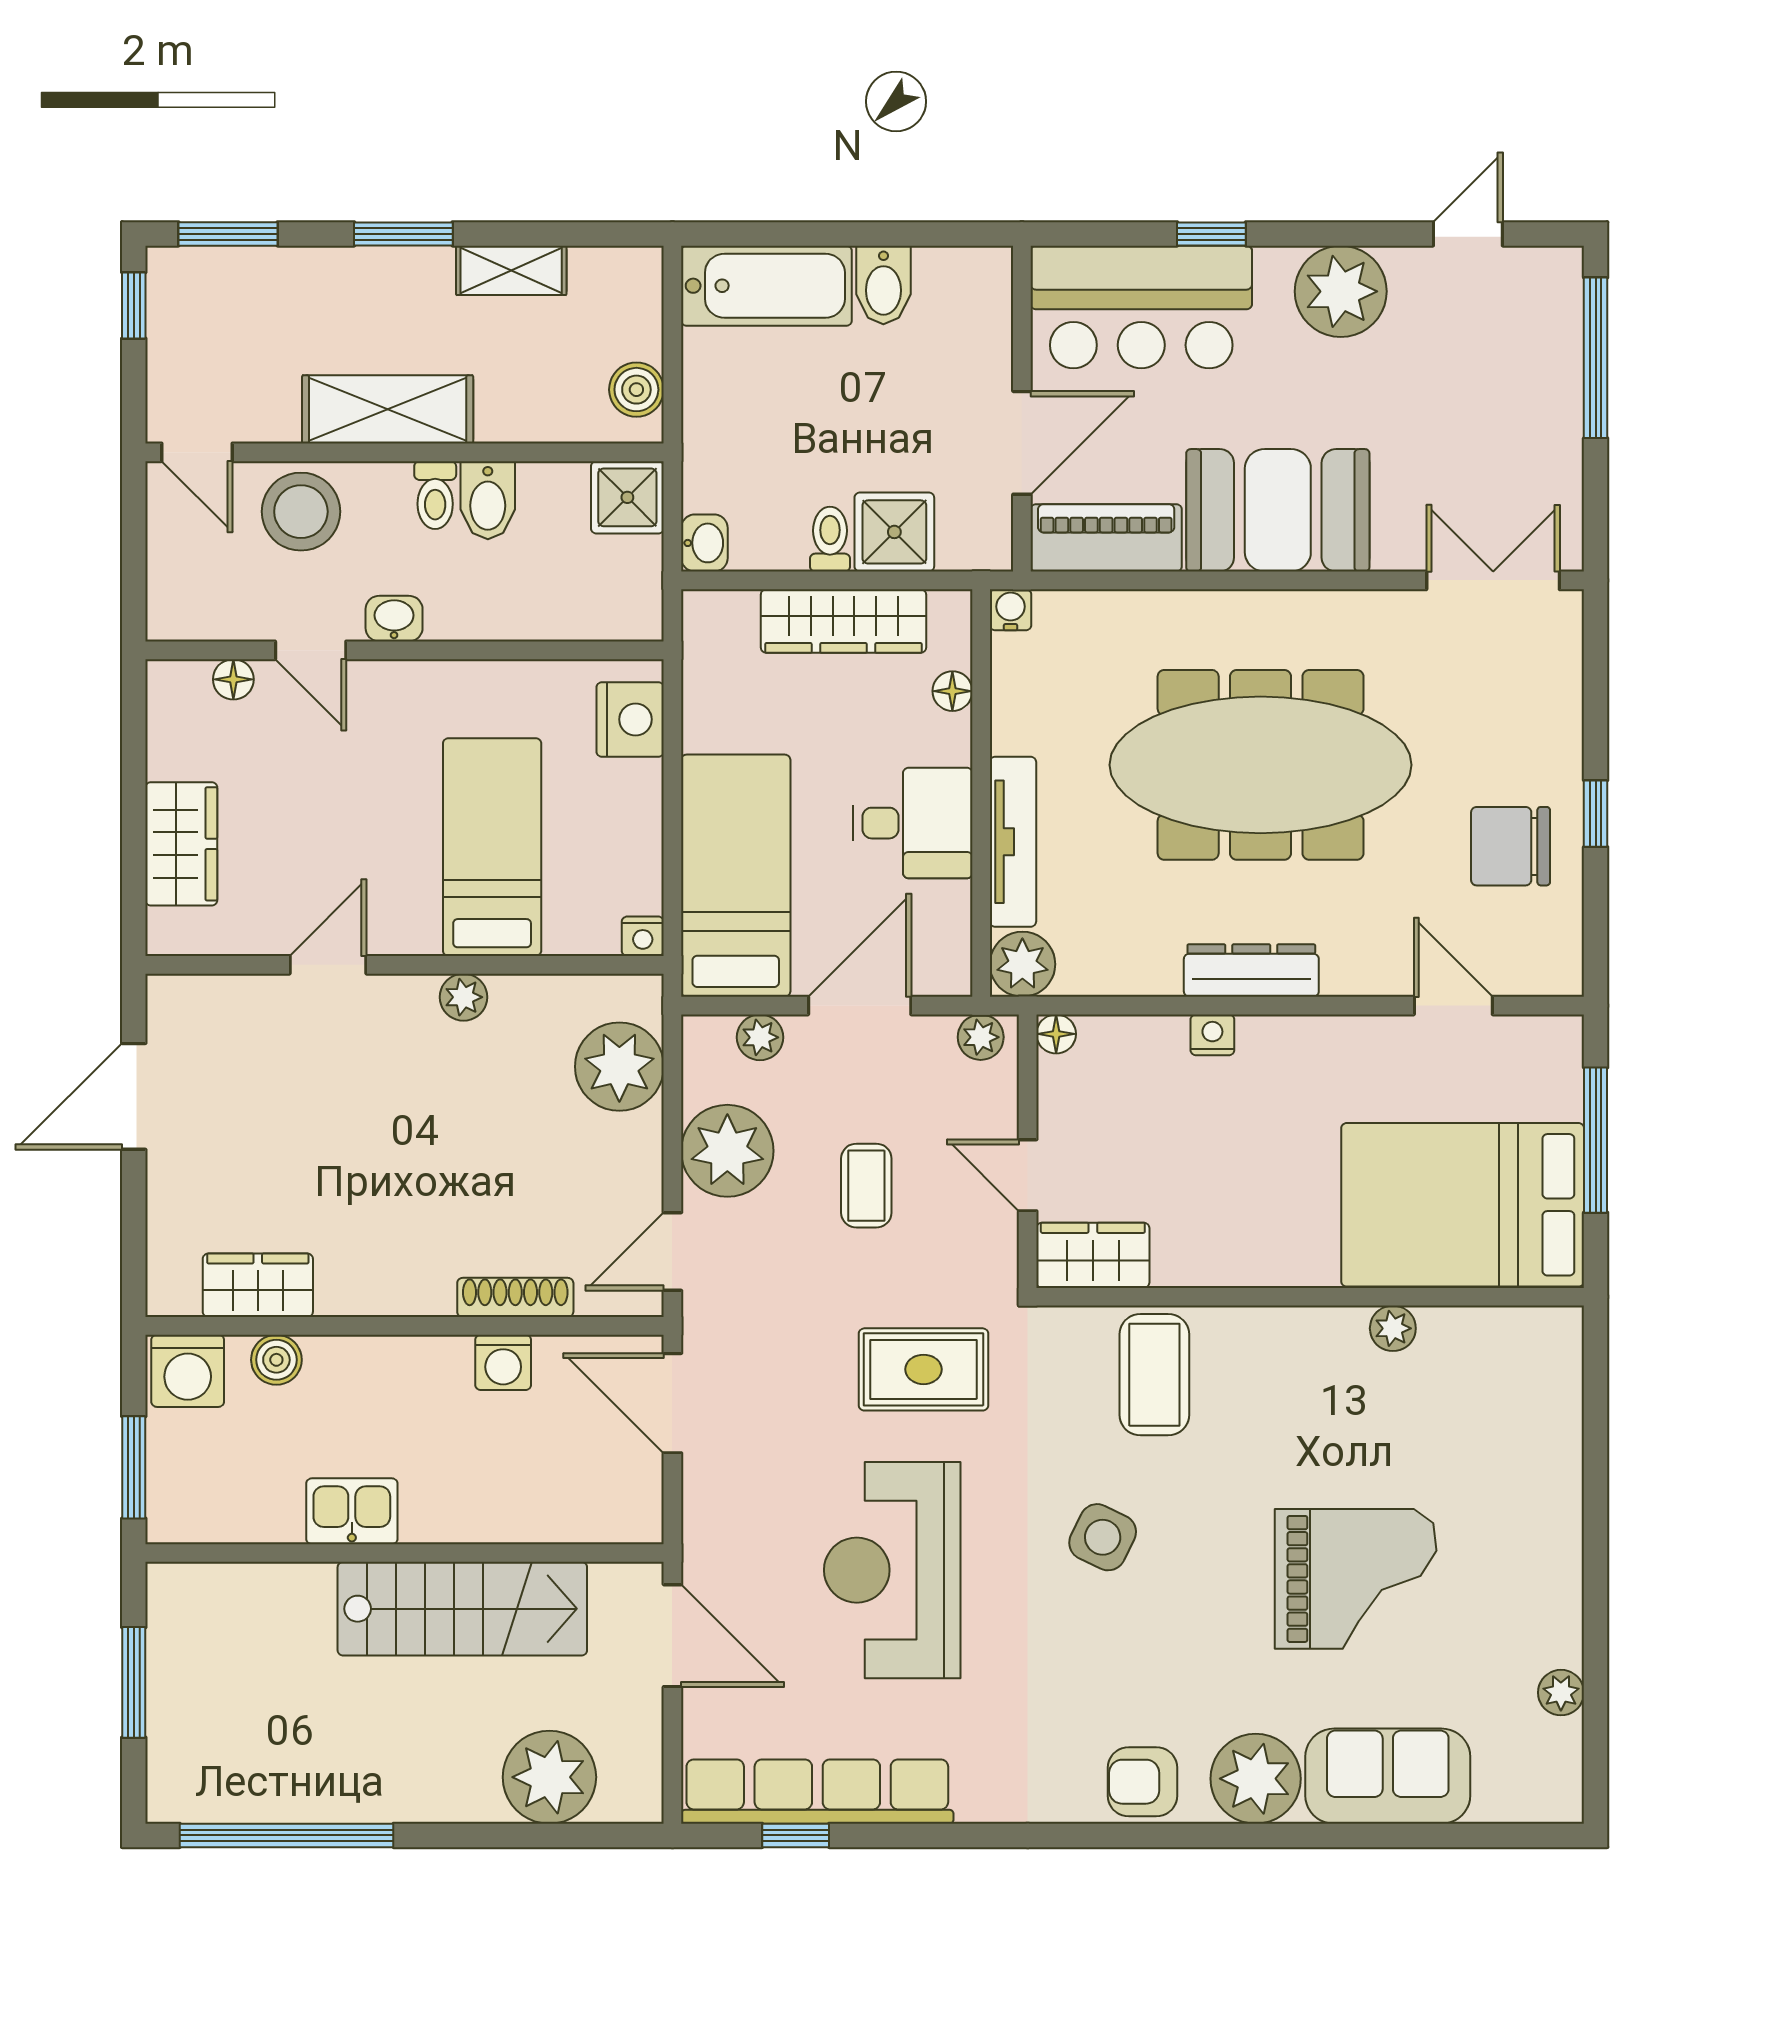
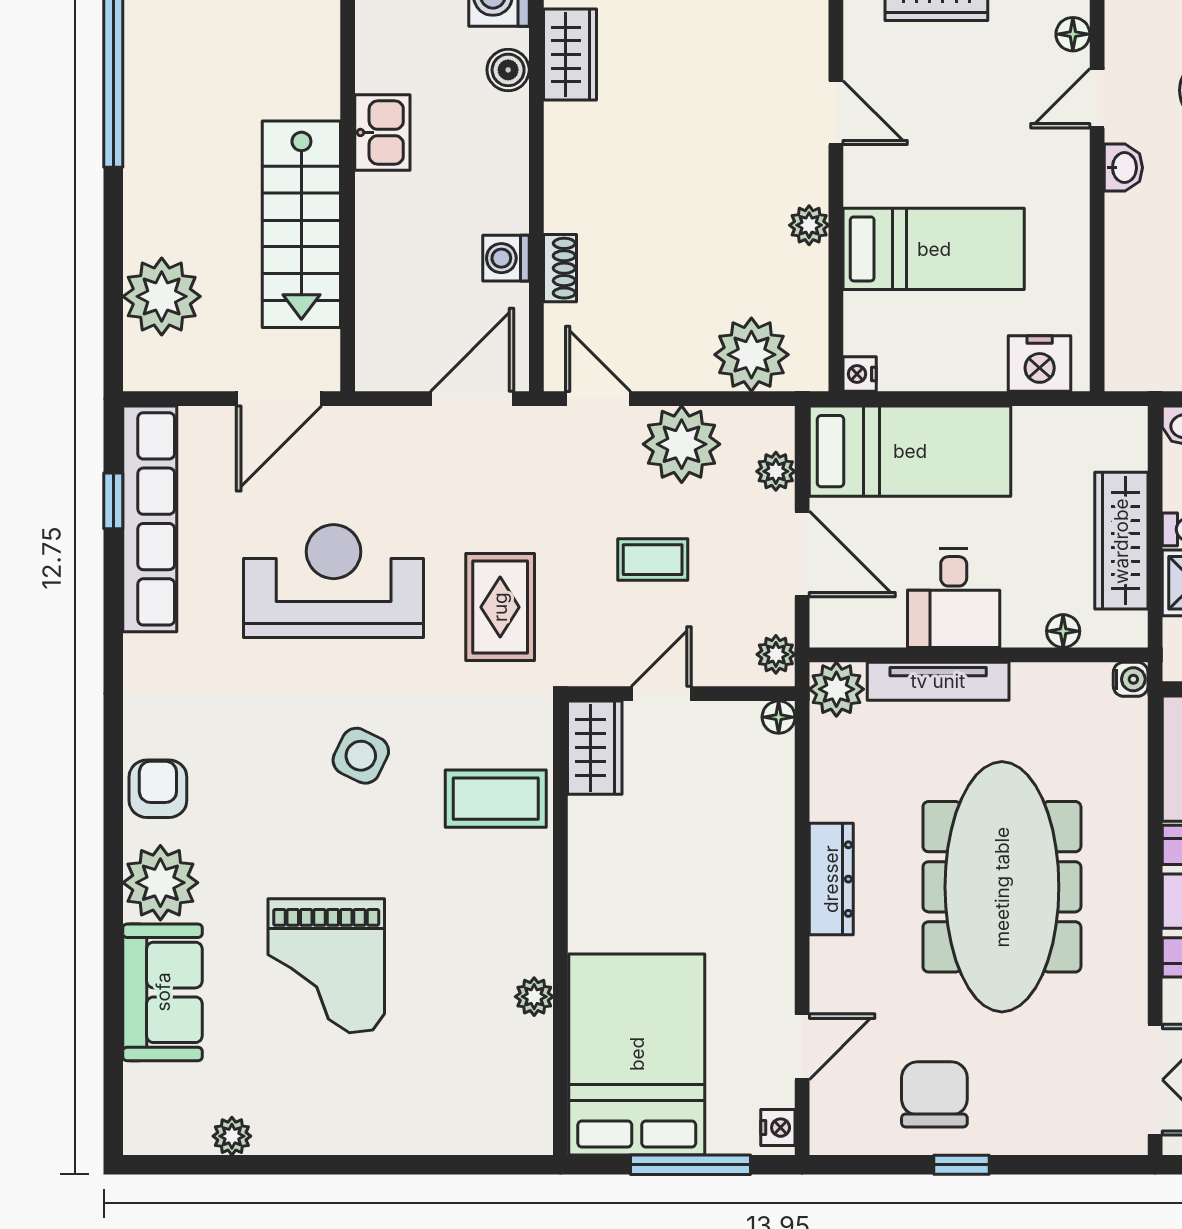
nightstand: (1212, 1035) -> (778, 1128), moved
shoe rack: (515, 1297) -> (560, 268), width x0.70

